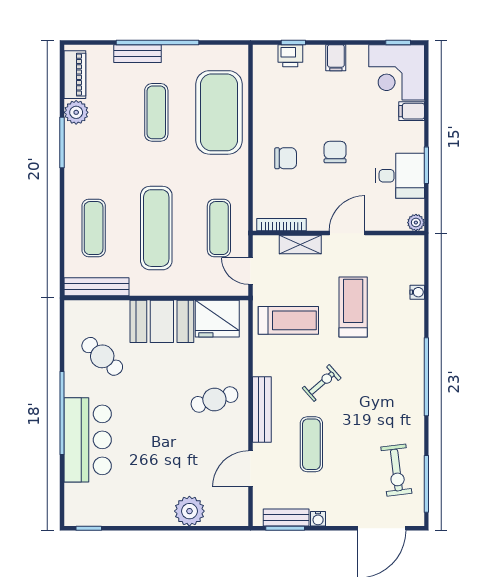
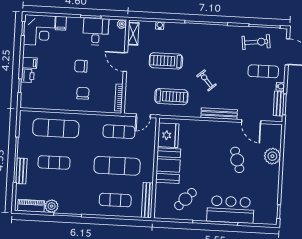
printer: (290, 56) -> (28, 76), moved
exercise mat: (219, 112) -> (56, 128), width x0.68
shelving: (300, 244) -> (133, 34), moved
treadmill: (288, 320) -> (171, 97), turned 90
cafe table: (214, 399) -> (237, 160), moved
exercise mat: (311, 444) -> (263, 71), moved

